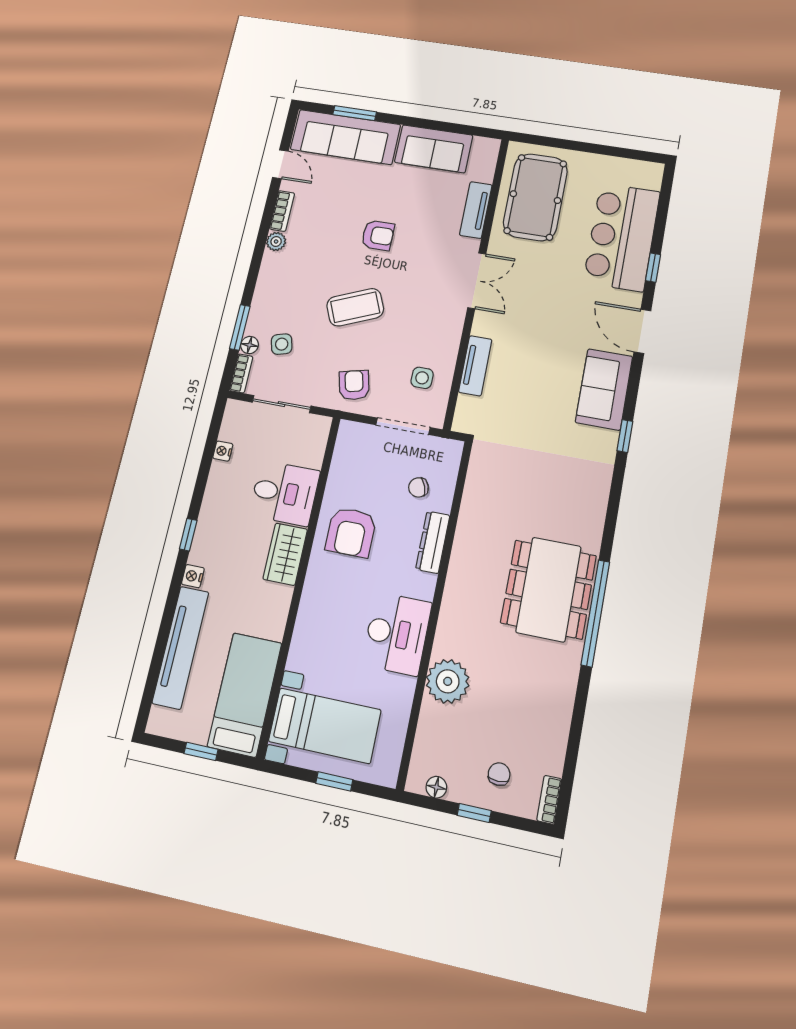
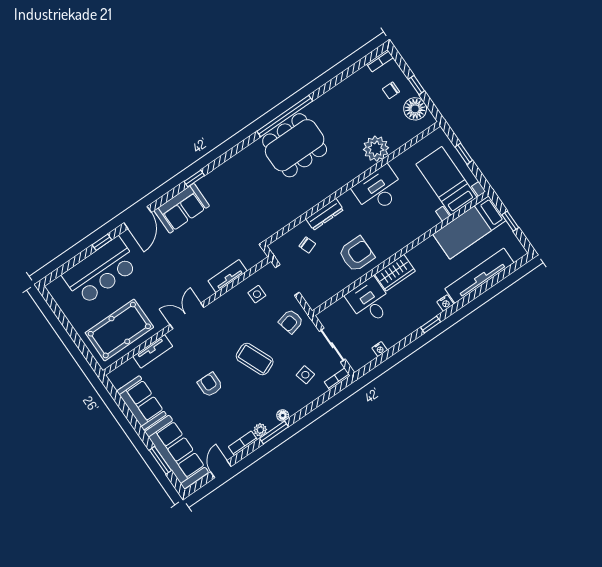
window: (240, 327) -> (274, 433), moved
floor lamp: (250, 345) -> (283, 415), moved
floor lamp: (436, 787) -> (415, 109), width x1.89, depth x1.89

